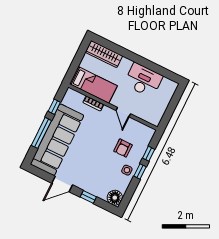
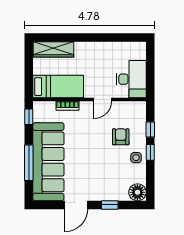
desk: (143, 80) -> (131, 79), moved, turned 90
window: (54, 107) -> (29, 117), moved
door: (123, 112) -> (103, 100), hinge flipped
armchair: (123, 148) -> (121, 137), turned 180

